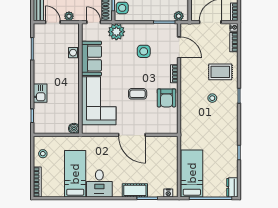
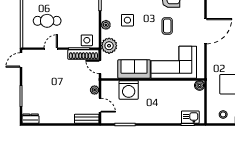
door: (53, 22) -> (100, 105), swing flipped
door: (94, 22) -> (100, 67), hinge flipped
plant: (139, 28) -> (106, 25), added
washing machine: (74, 53) -> (129, 90), width x1.89, depth x1.89
kitchen sink: (40, 93) -> (190, 117), moved

